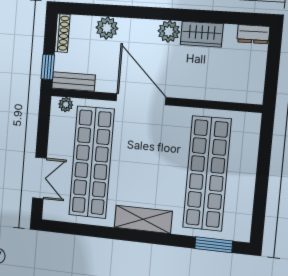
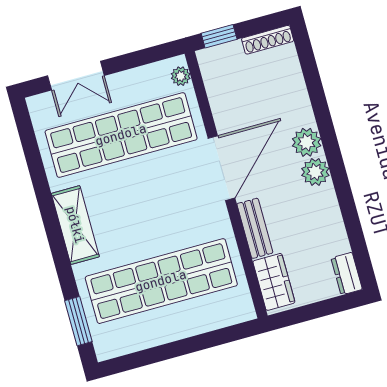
plant: (107, 28) -> (307, 142), moved
wardrobe: (202, 34) -> (274, 282), moved, turned 180
bench: (73, 81) -> (255, 228), moved

